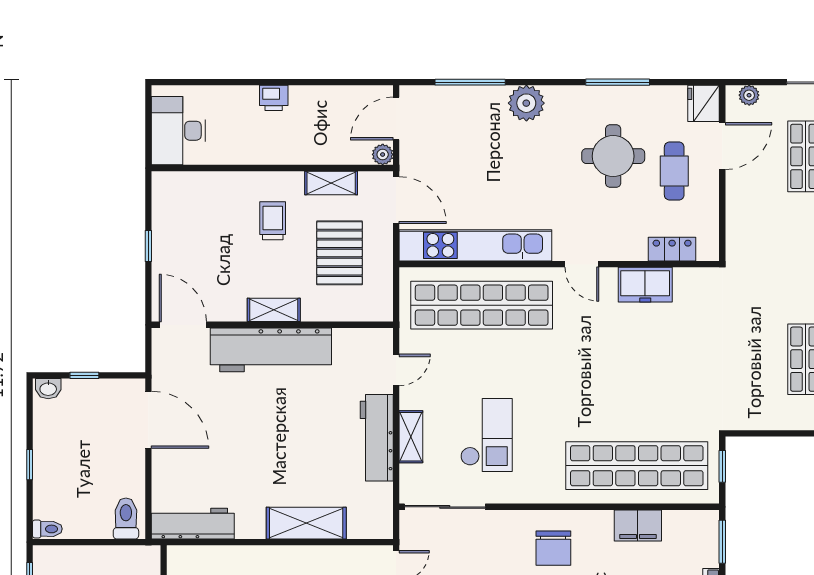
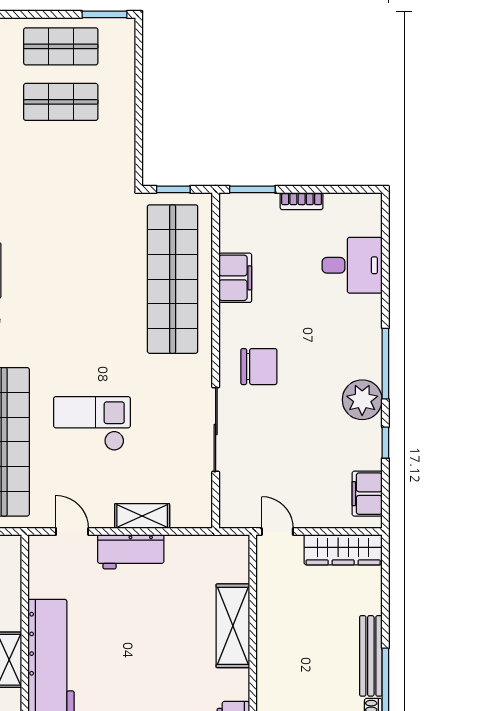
checkout: (486, 435) -> (92, 424), moved
workbench: (377, 438) -> (131, 552), width x0.73
sliding door: (445, 507) -> (216, 430), moved

